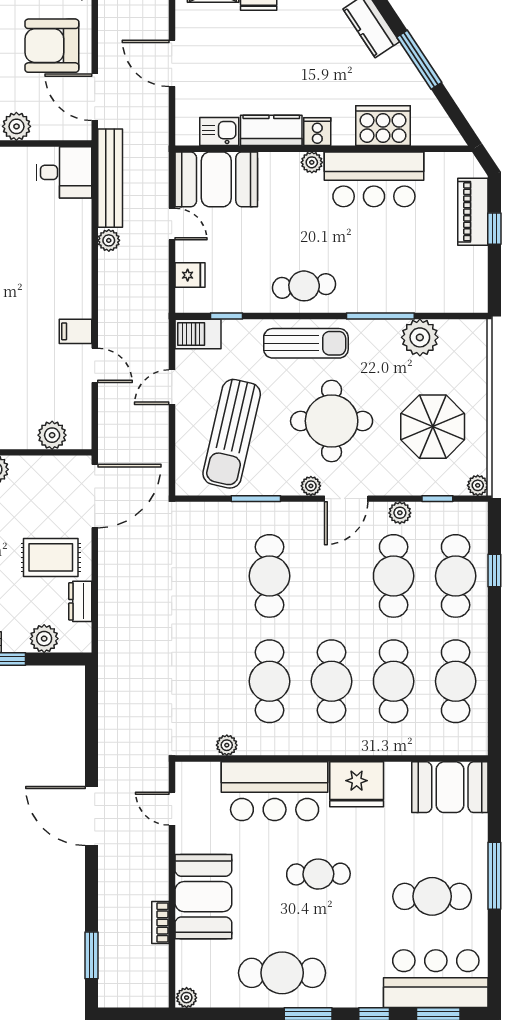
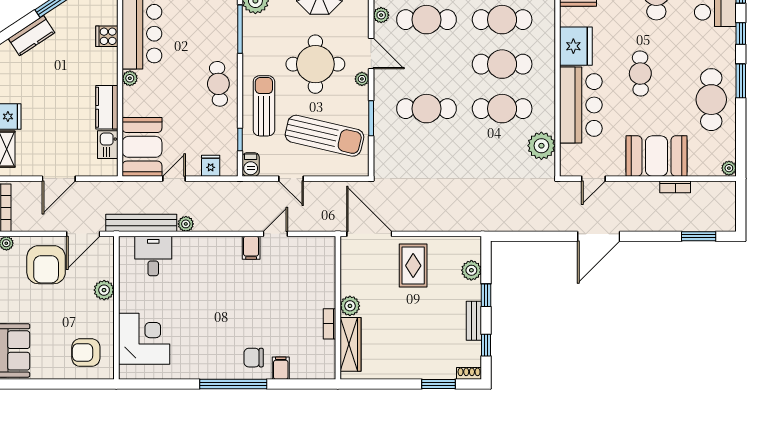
cooker: (383, 126) -> (107, 36), width x0.53, depth x0.76
cooker: (317, 132) -> (108, 74), removed
desk: (64, 172) -> (153, 256), moved
barbecue: (198, 334) -> (251, 164), width x0.73, depth x0.79
sun lounger: (306, 343) -> (264, 106), moved
plant: (52, 435) -> (325, 265), removed
dresser: (80, 601) -> (445, 244), removed
plant: (227, 745) -> (541, 146), width x1.88, depth x1.88

